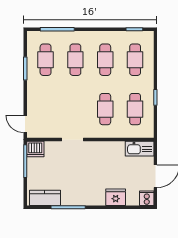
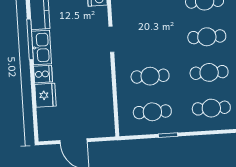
kitchen sink: (140, 149) -> (41, 47), moved, turned 180
cooker: (147, 198) -> (43, 74), moved

